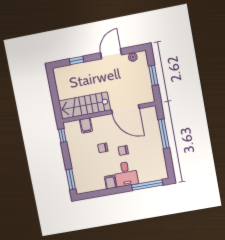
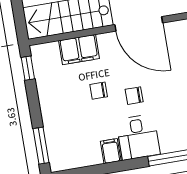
filing cabinet: (86, 125) -> (79, 50), width x2.00

